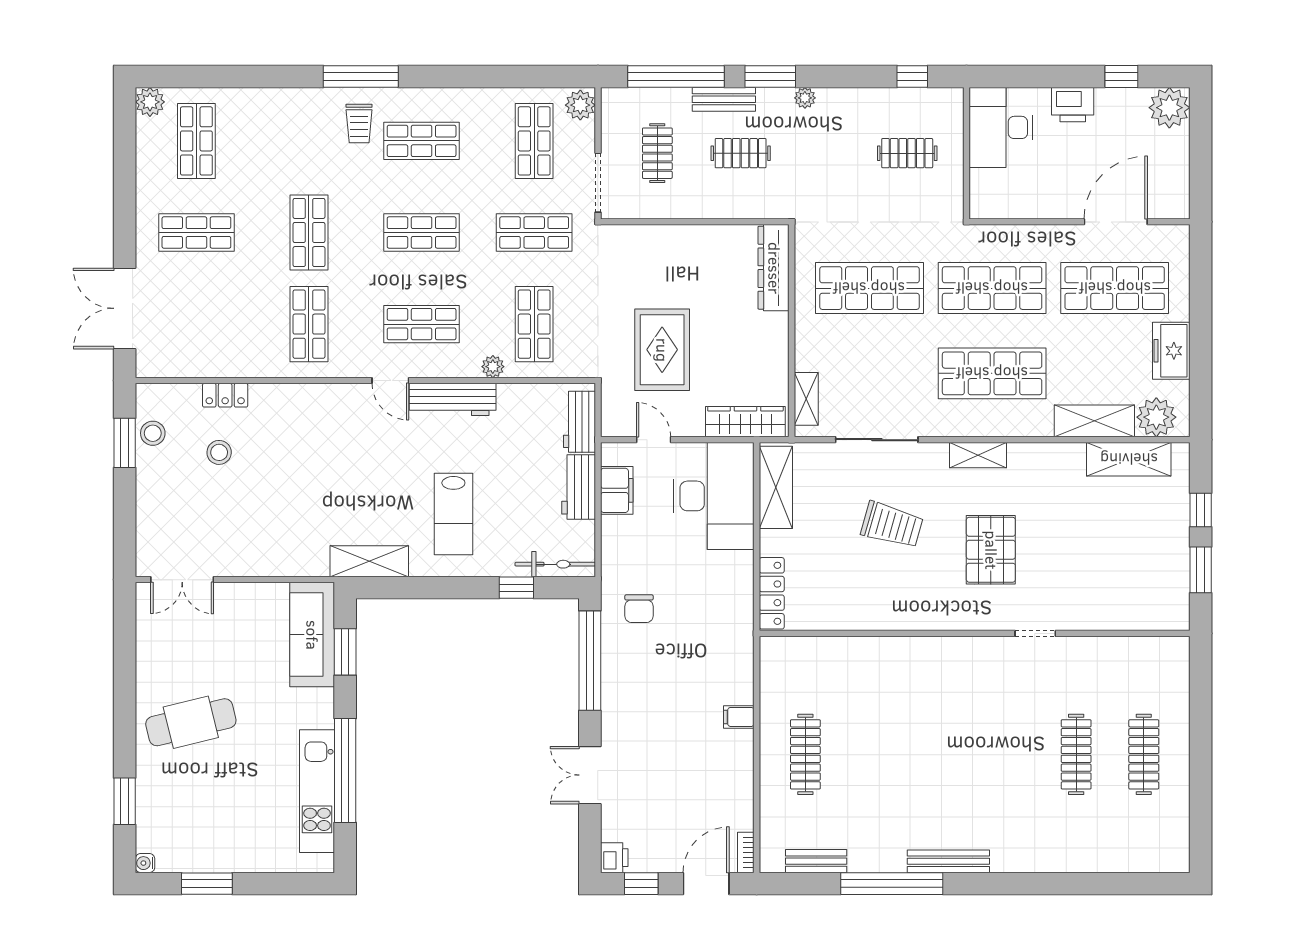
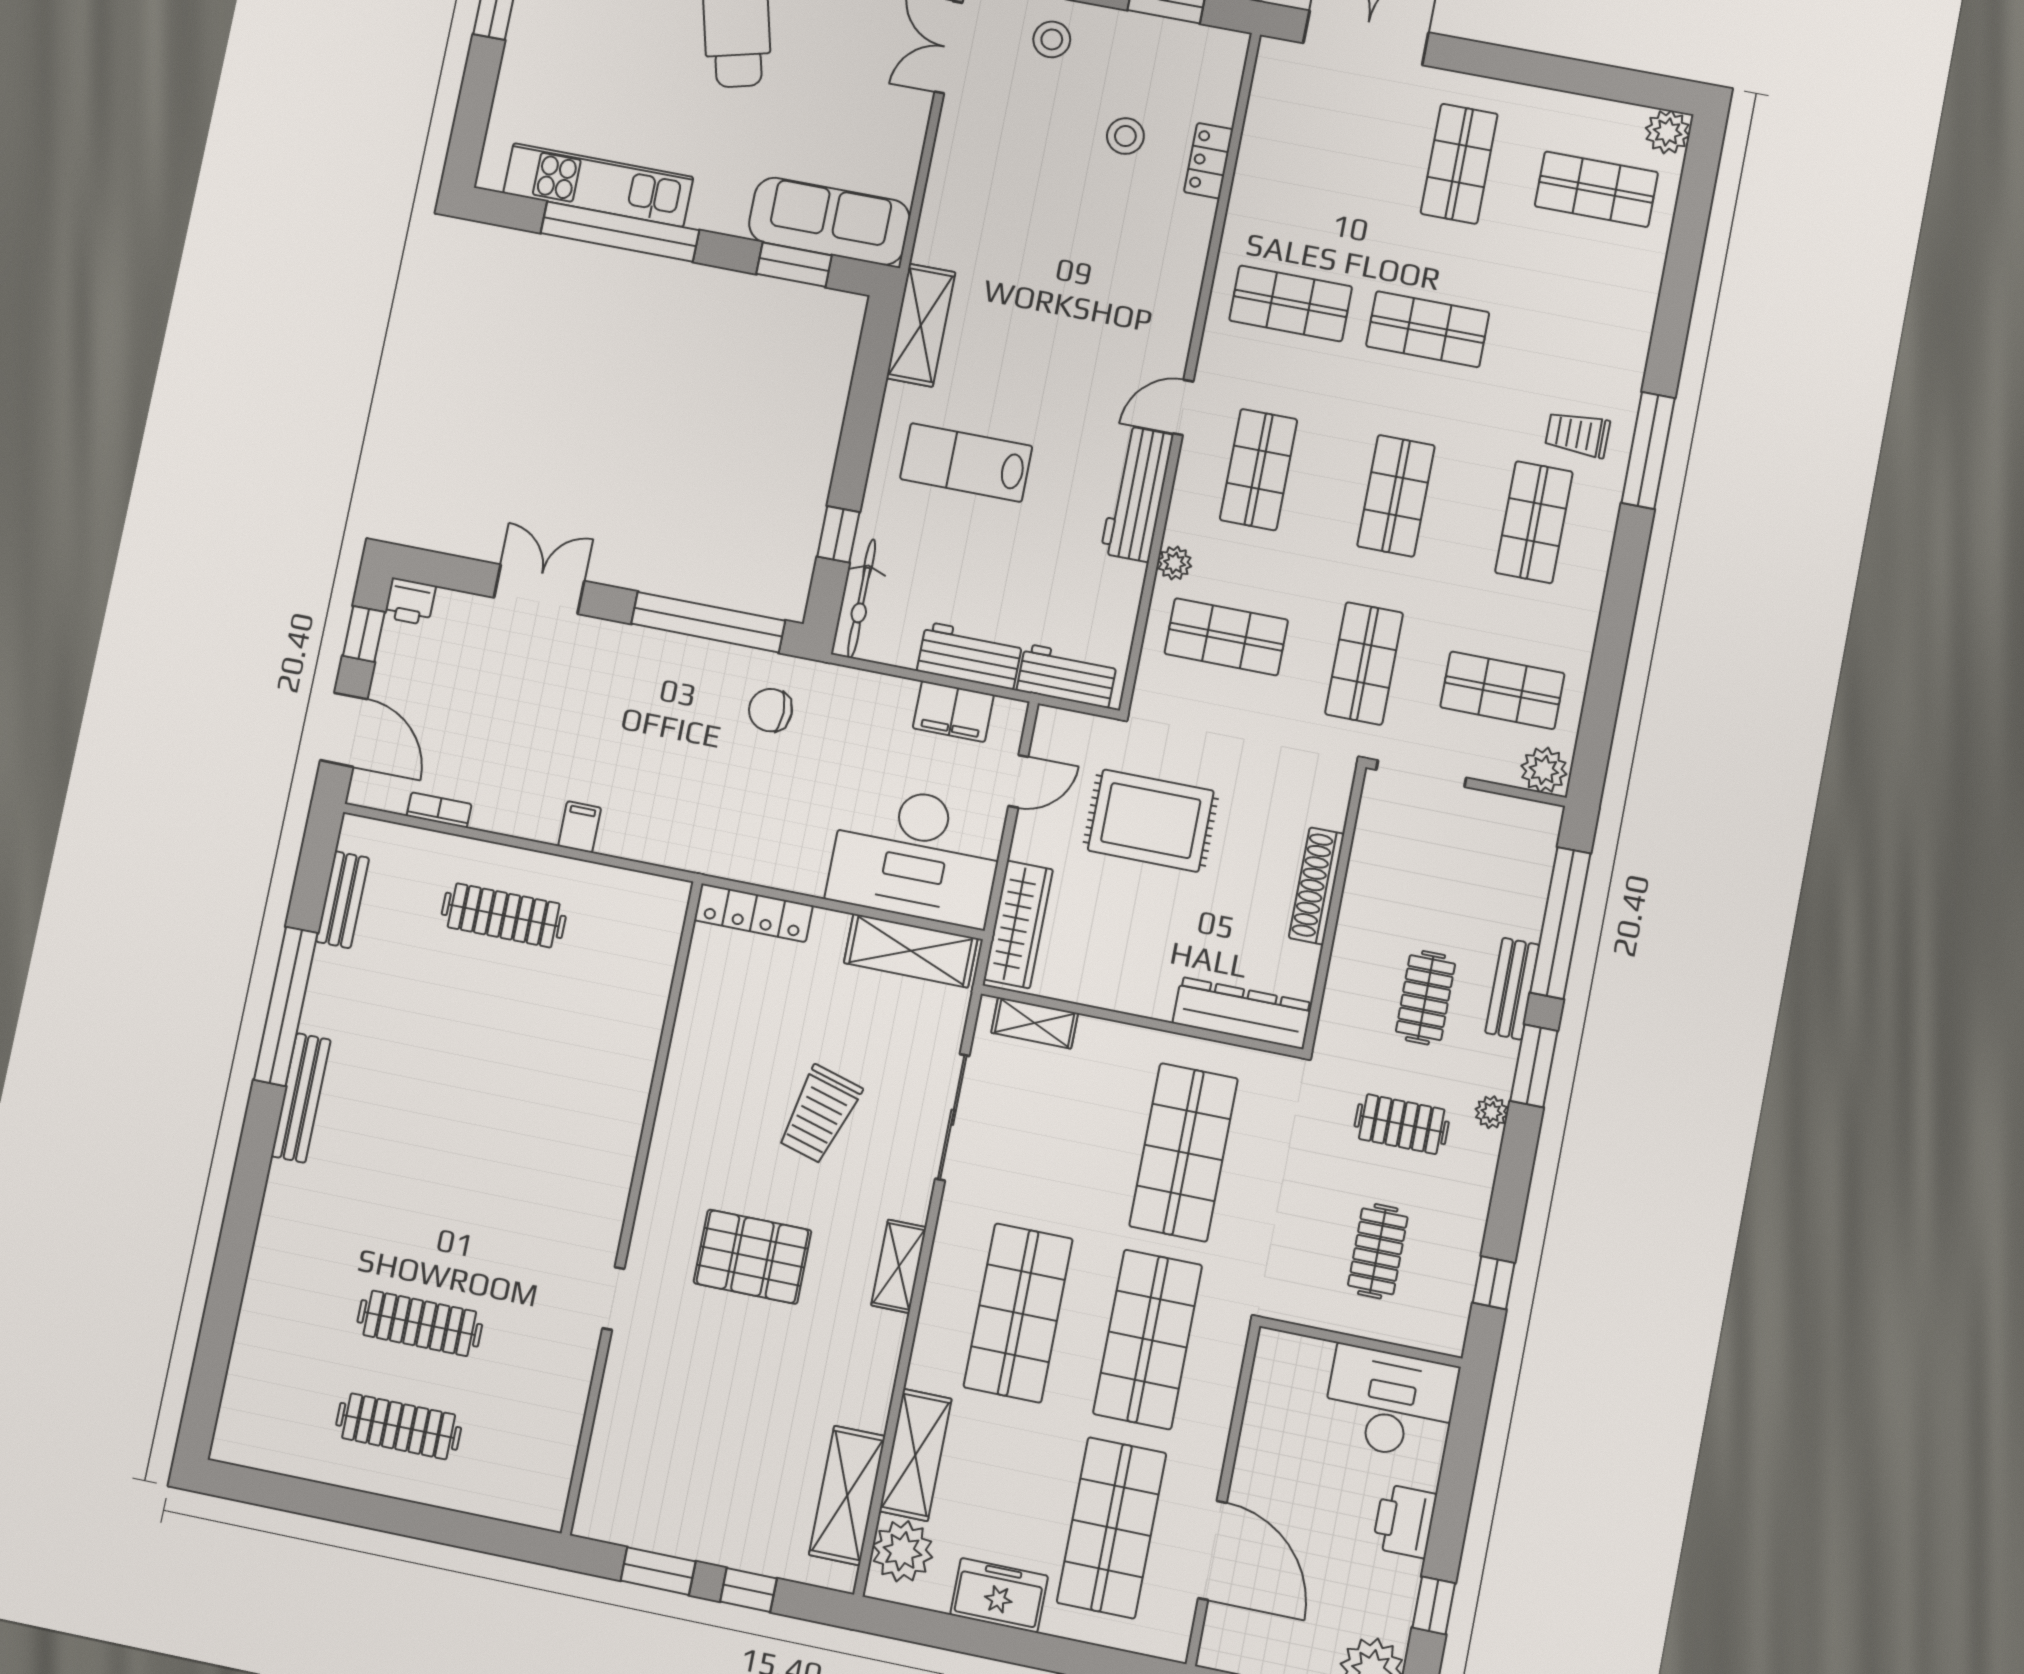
clothes rail: (657, 153) -> (1402, 1124), moved
shoe rack: (683, 236) -> (1317, 886), added
stool: (153, 433) -> (1052, 39), moved
bookcase: (746, 852) -> (439, 810), moved

